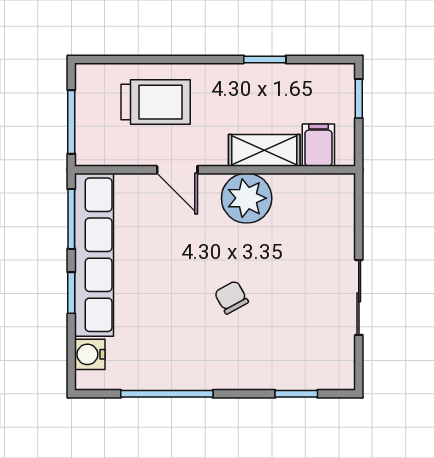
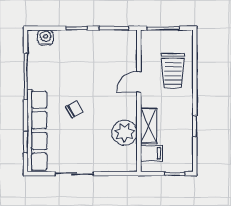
plant: (247, 198) -> (124, 133), moved
row of seats: (94, 255) -> (37, 131), moved, turned -90

